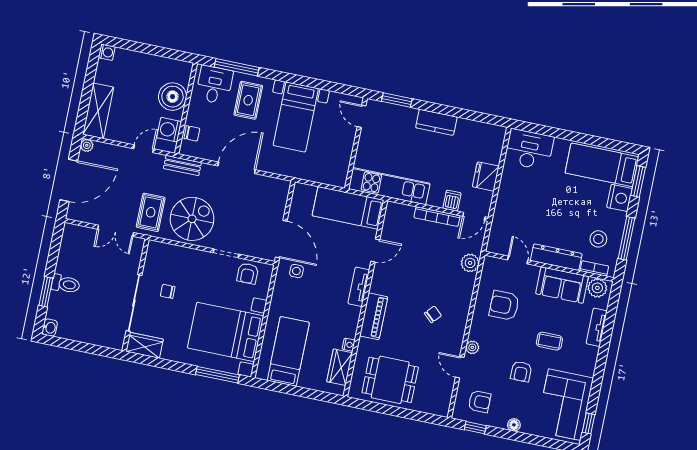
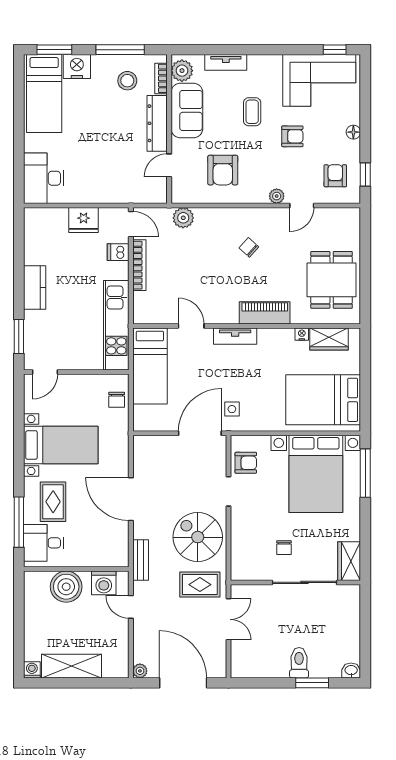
rug: (248, 100) -> (53, 502), turned 90
shelving: (98, 111) -> (72, 666), moved
chair: (192, 133) -> (117, 400), moved, turned 180
bed: (288, 351) -> (323, 400), width x1.50

